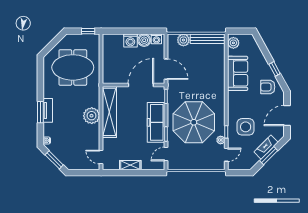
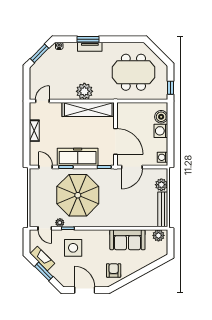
boiler: (144, 40) -> (161, 117), moved
meeting table: (73, 67) -> (133, 72), turned 90
window: (275, 69) -> (132, 277), removed
fireplace: (266, 147) -> (42, 259), moved

